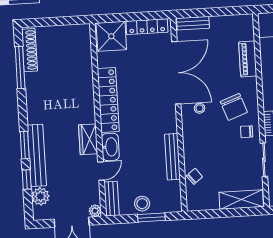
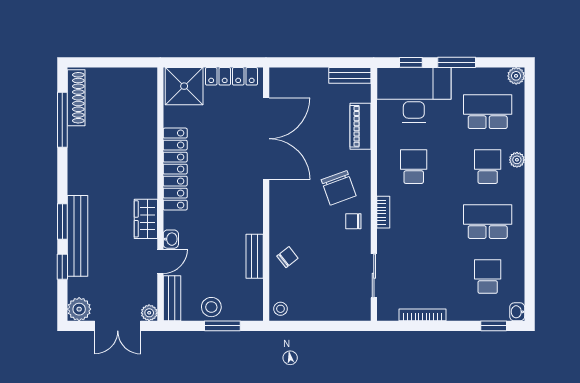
bench: (193, 23) -> (350, 75), moved
stool: (199, 108) -> (280, 309), moved
washbasin: (110, 147) -> (171, 239), width x0.52, depth x0.69
bench: (172, 157) -> (255, 256), width x0.73
sliding door: (264, 160) -> (374, 276), moved
chair: (195, 176) -> (287, 257), moved
plant: (40, 196) -> (79, 309), moved
shelving: (241, 200) -> (341, 309), removed

